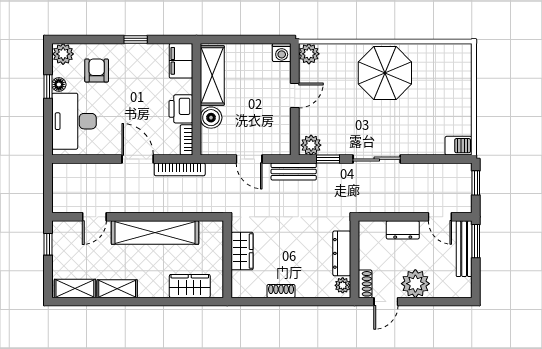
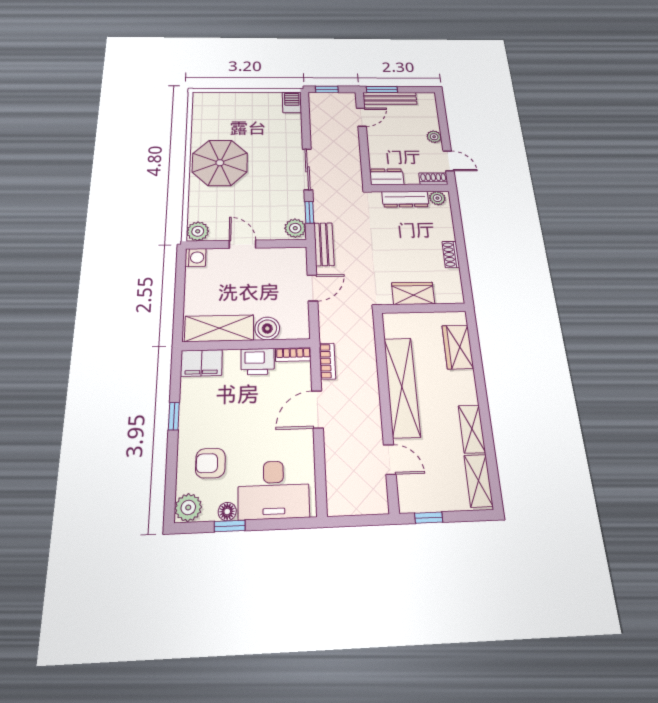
bookcase: (180, 169) -> (327, 361), width x0.64
dresser: (403, 230) -> (387, 177), moved, turned -90
plant: (415, 284) -> (434, 137), width x0.53, depth x0.53

